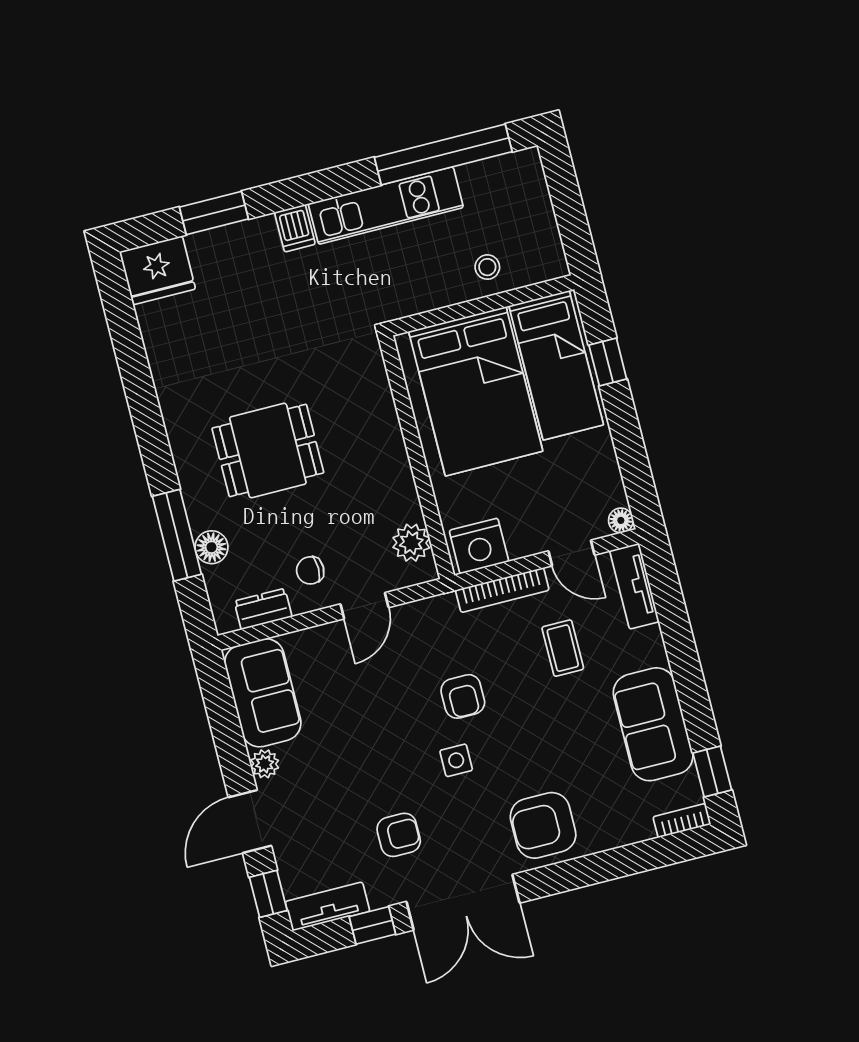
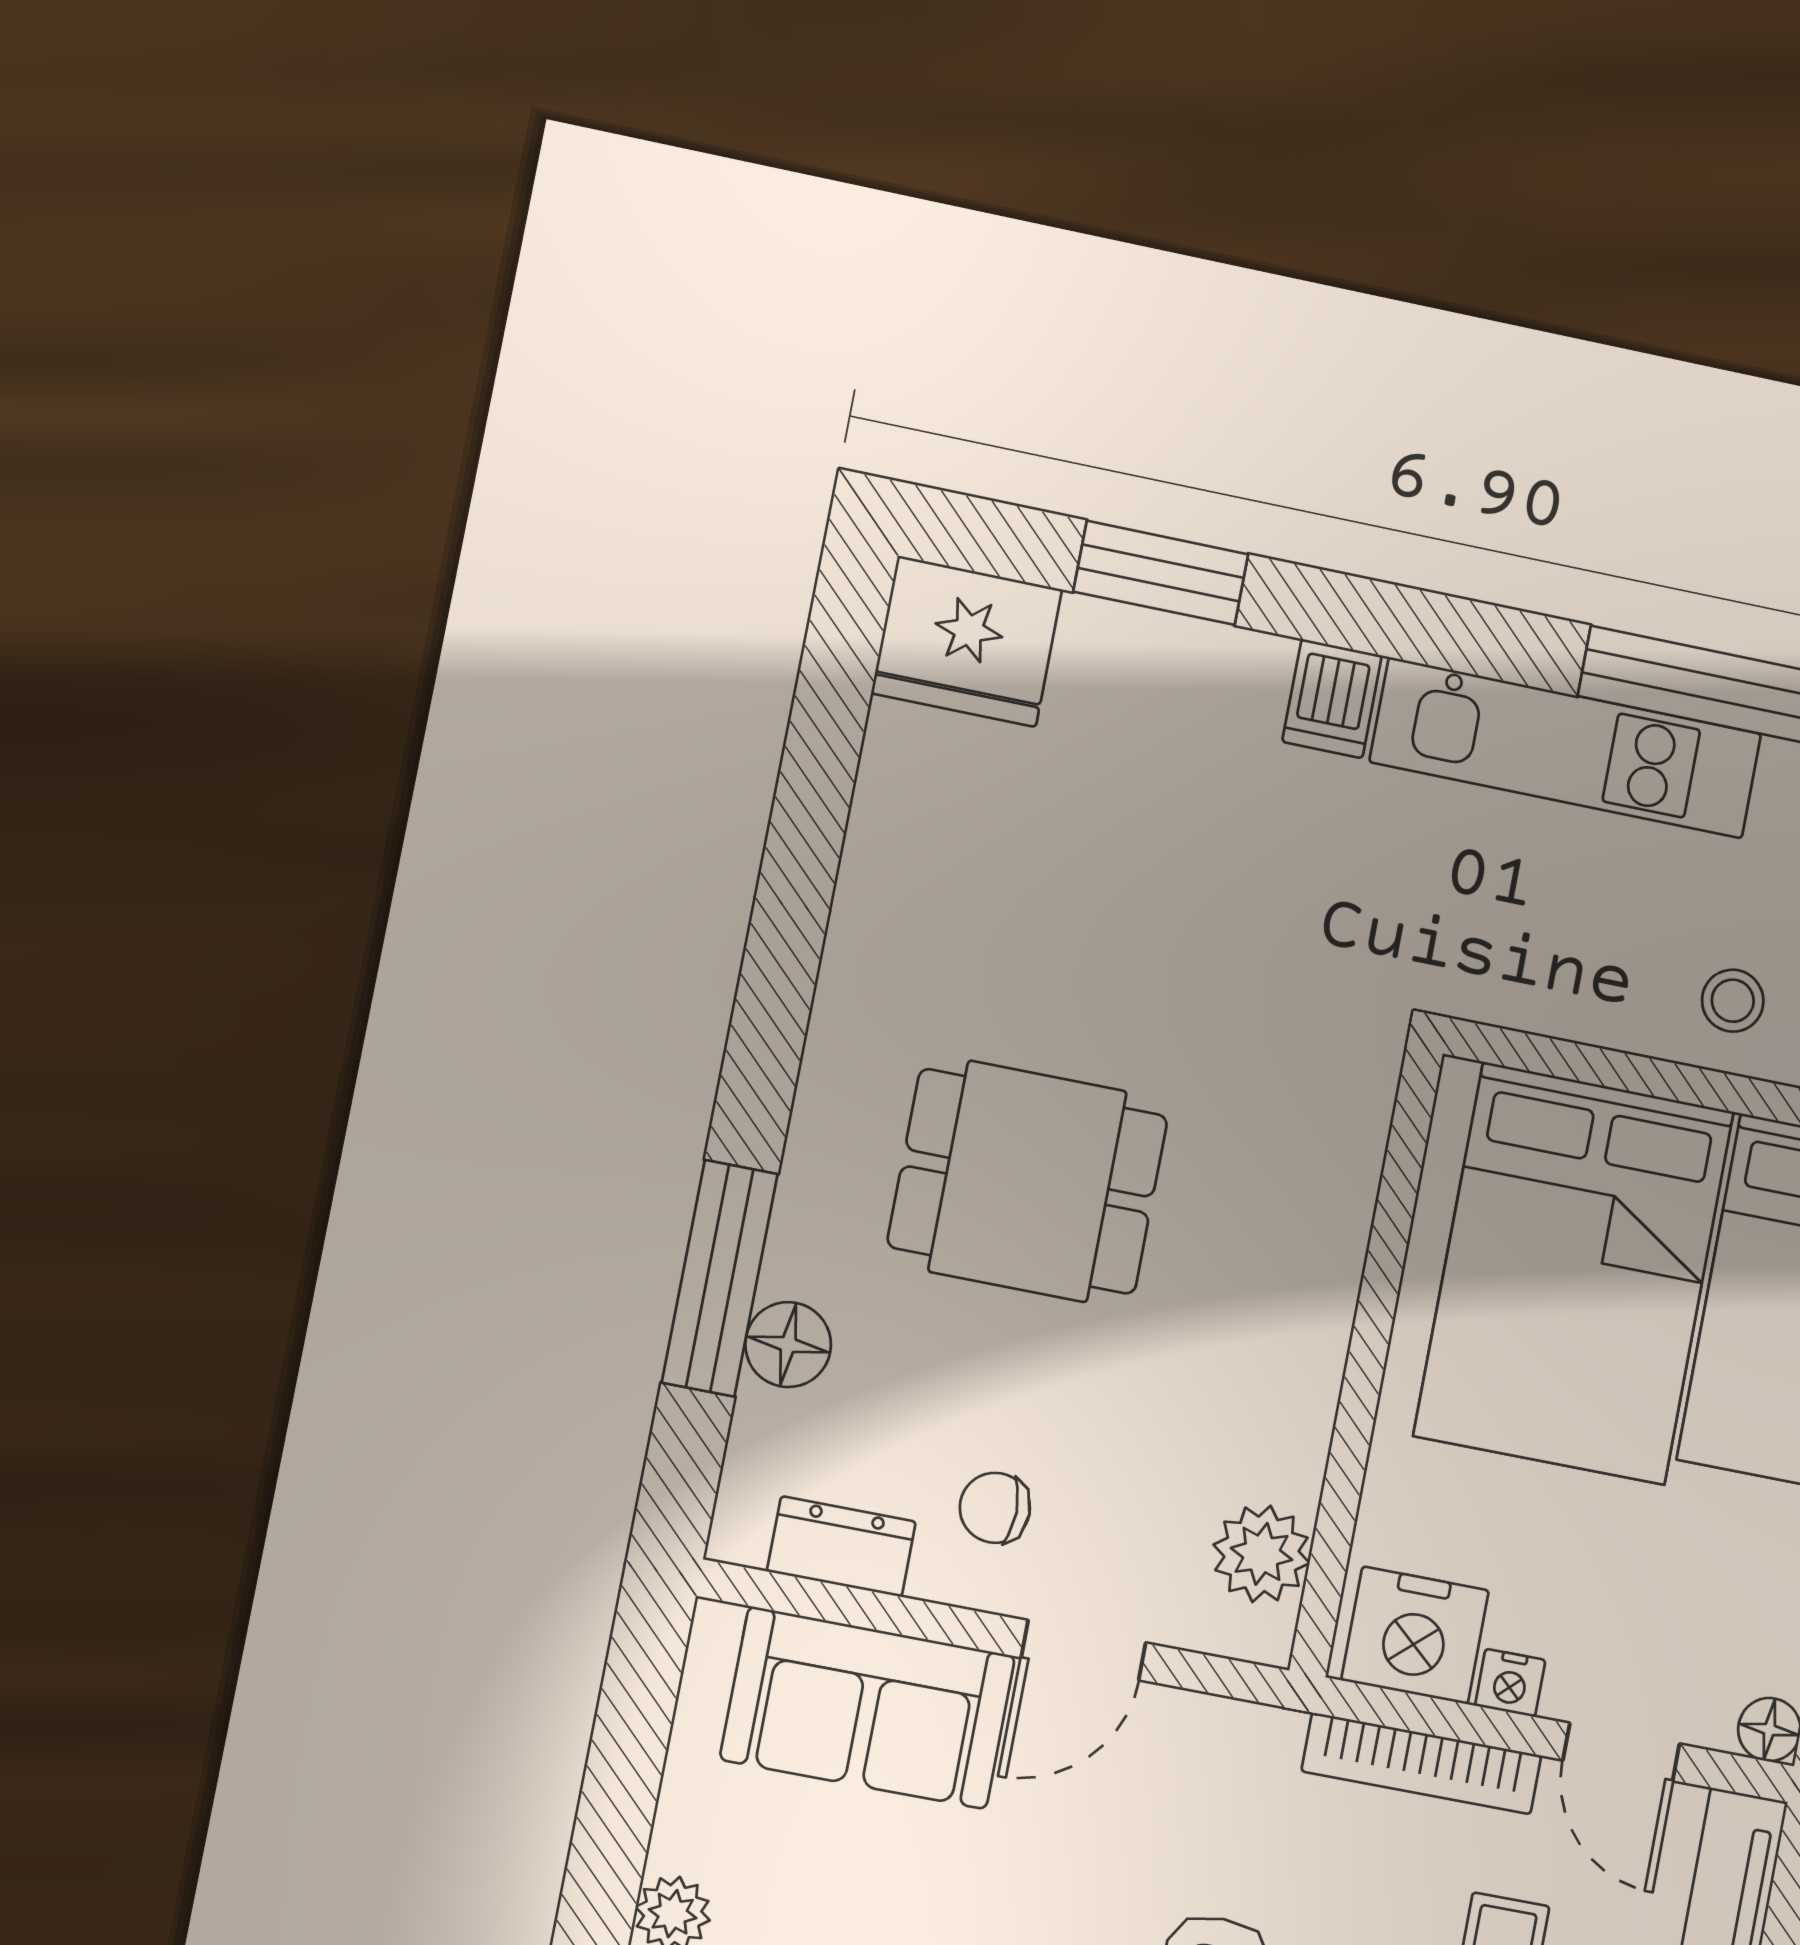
nightstand: (521, 547) -> (1510, 1683), added
sofa: (263, 693) -> (868, 1708), moved, turned 90

